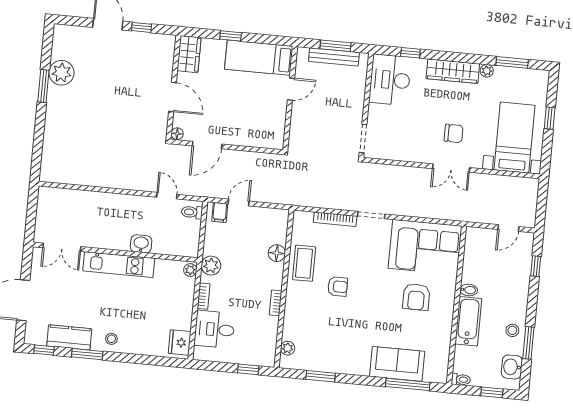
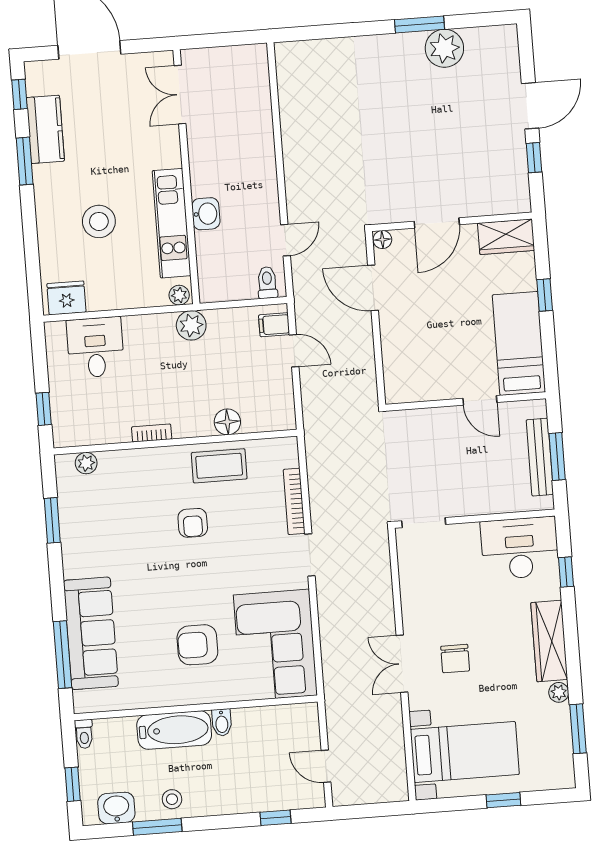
kitchen unit: (119, 265) -> (172, 223), moved
bookcase: (204, 296) -> (143, 322), removed
stool: (111, 339) -> (99, 221), moved, width x1.89, depth x1.89
sofa: (397, 364) -> (91, 633), width x1.36

